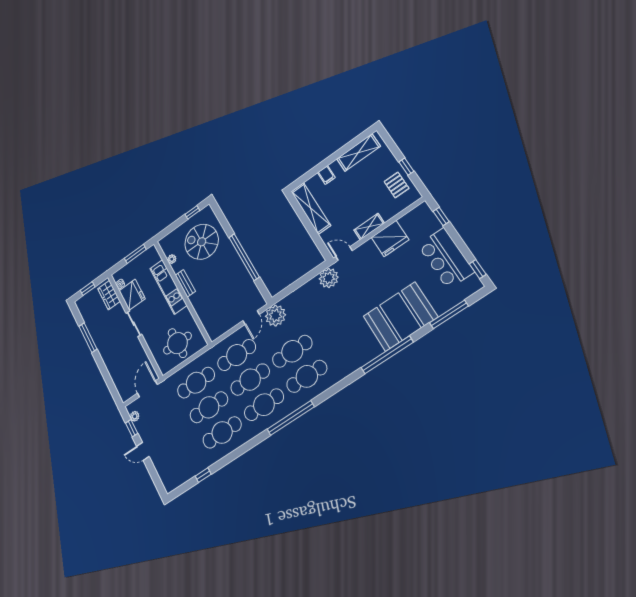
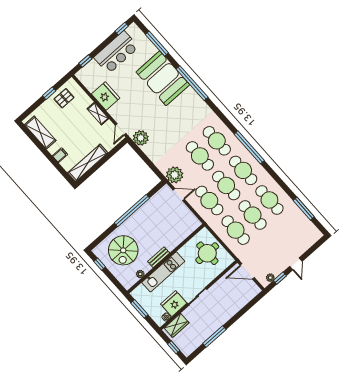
window: (203, 475) -> (304, 209), width x2.17

